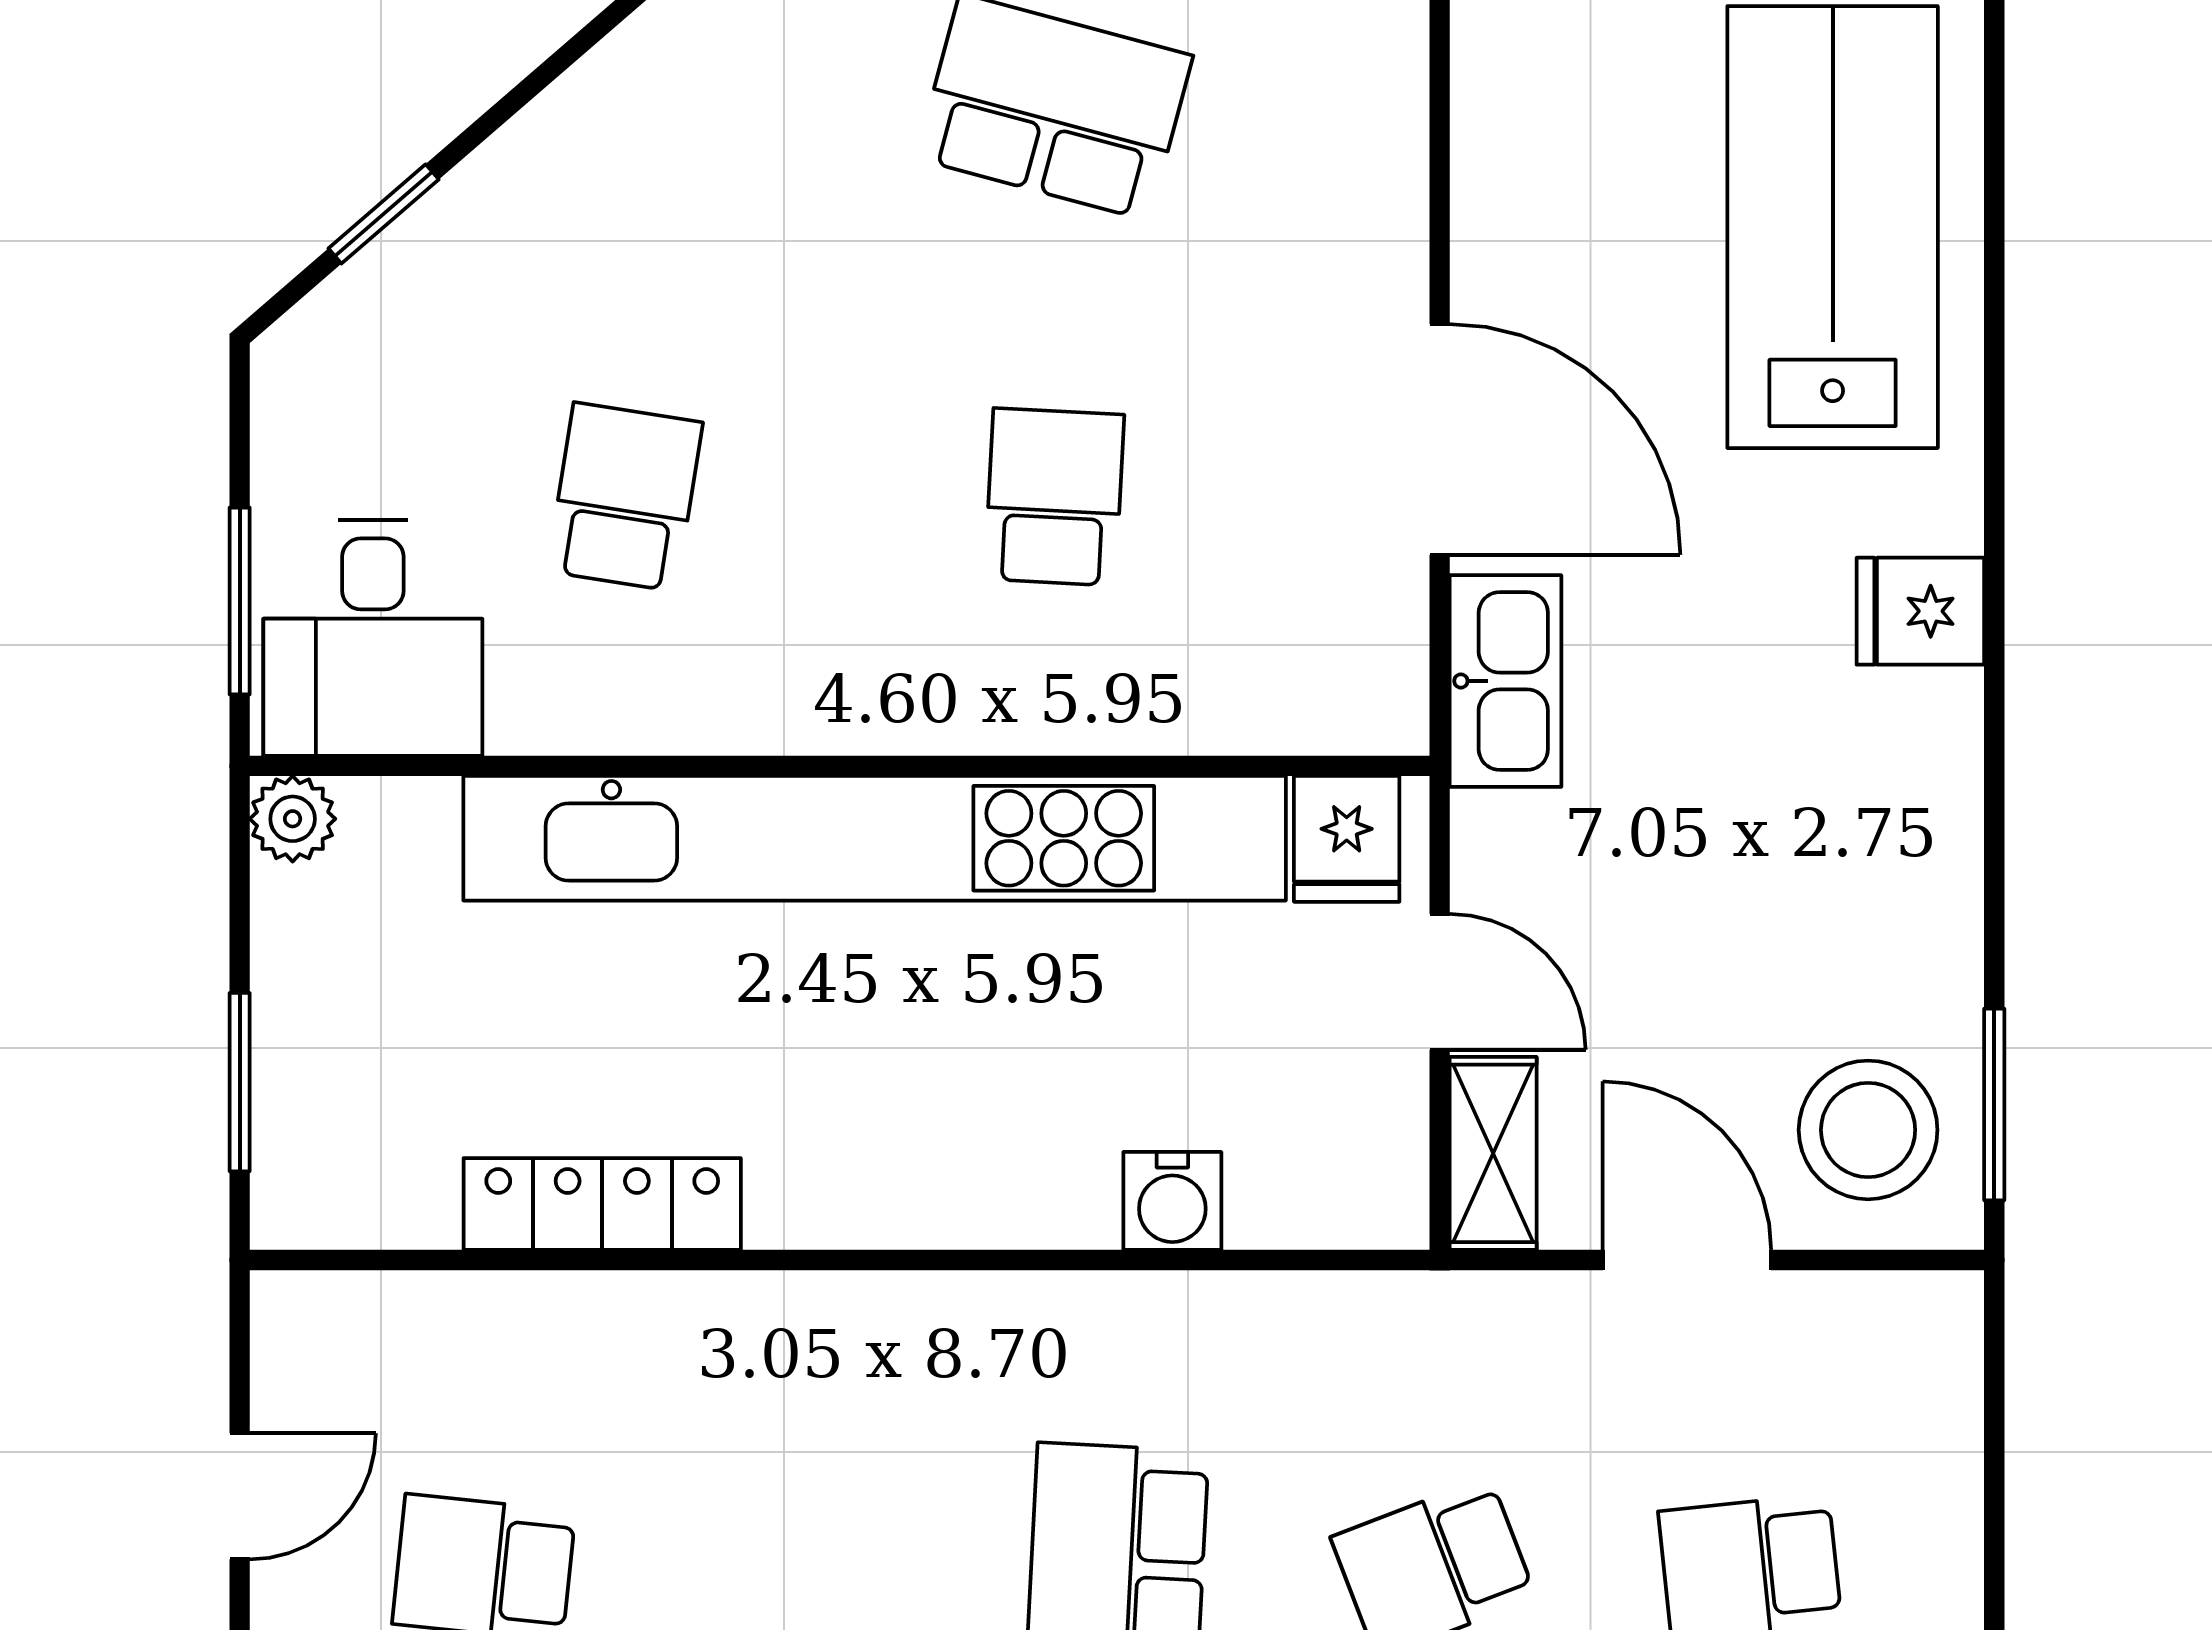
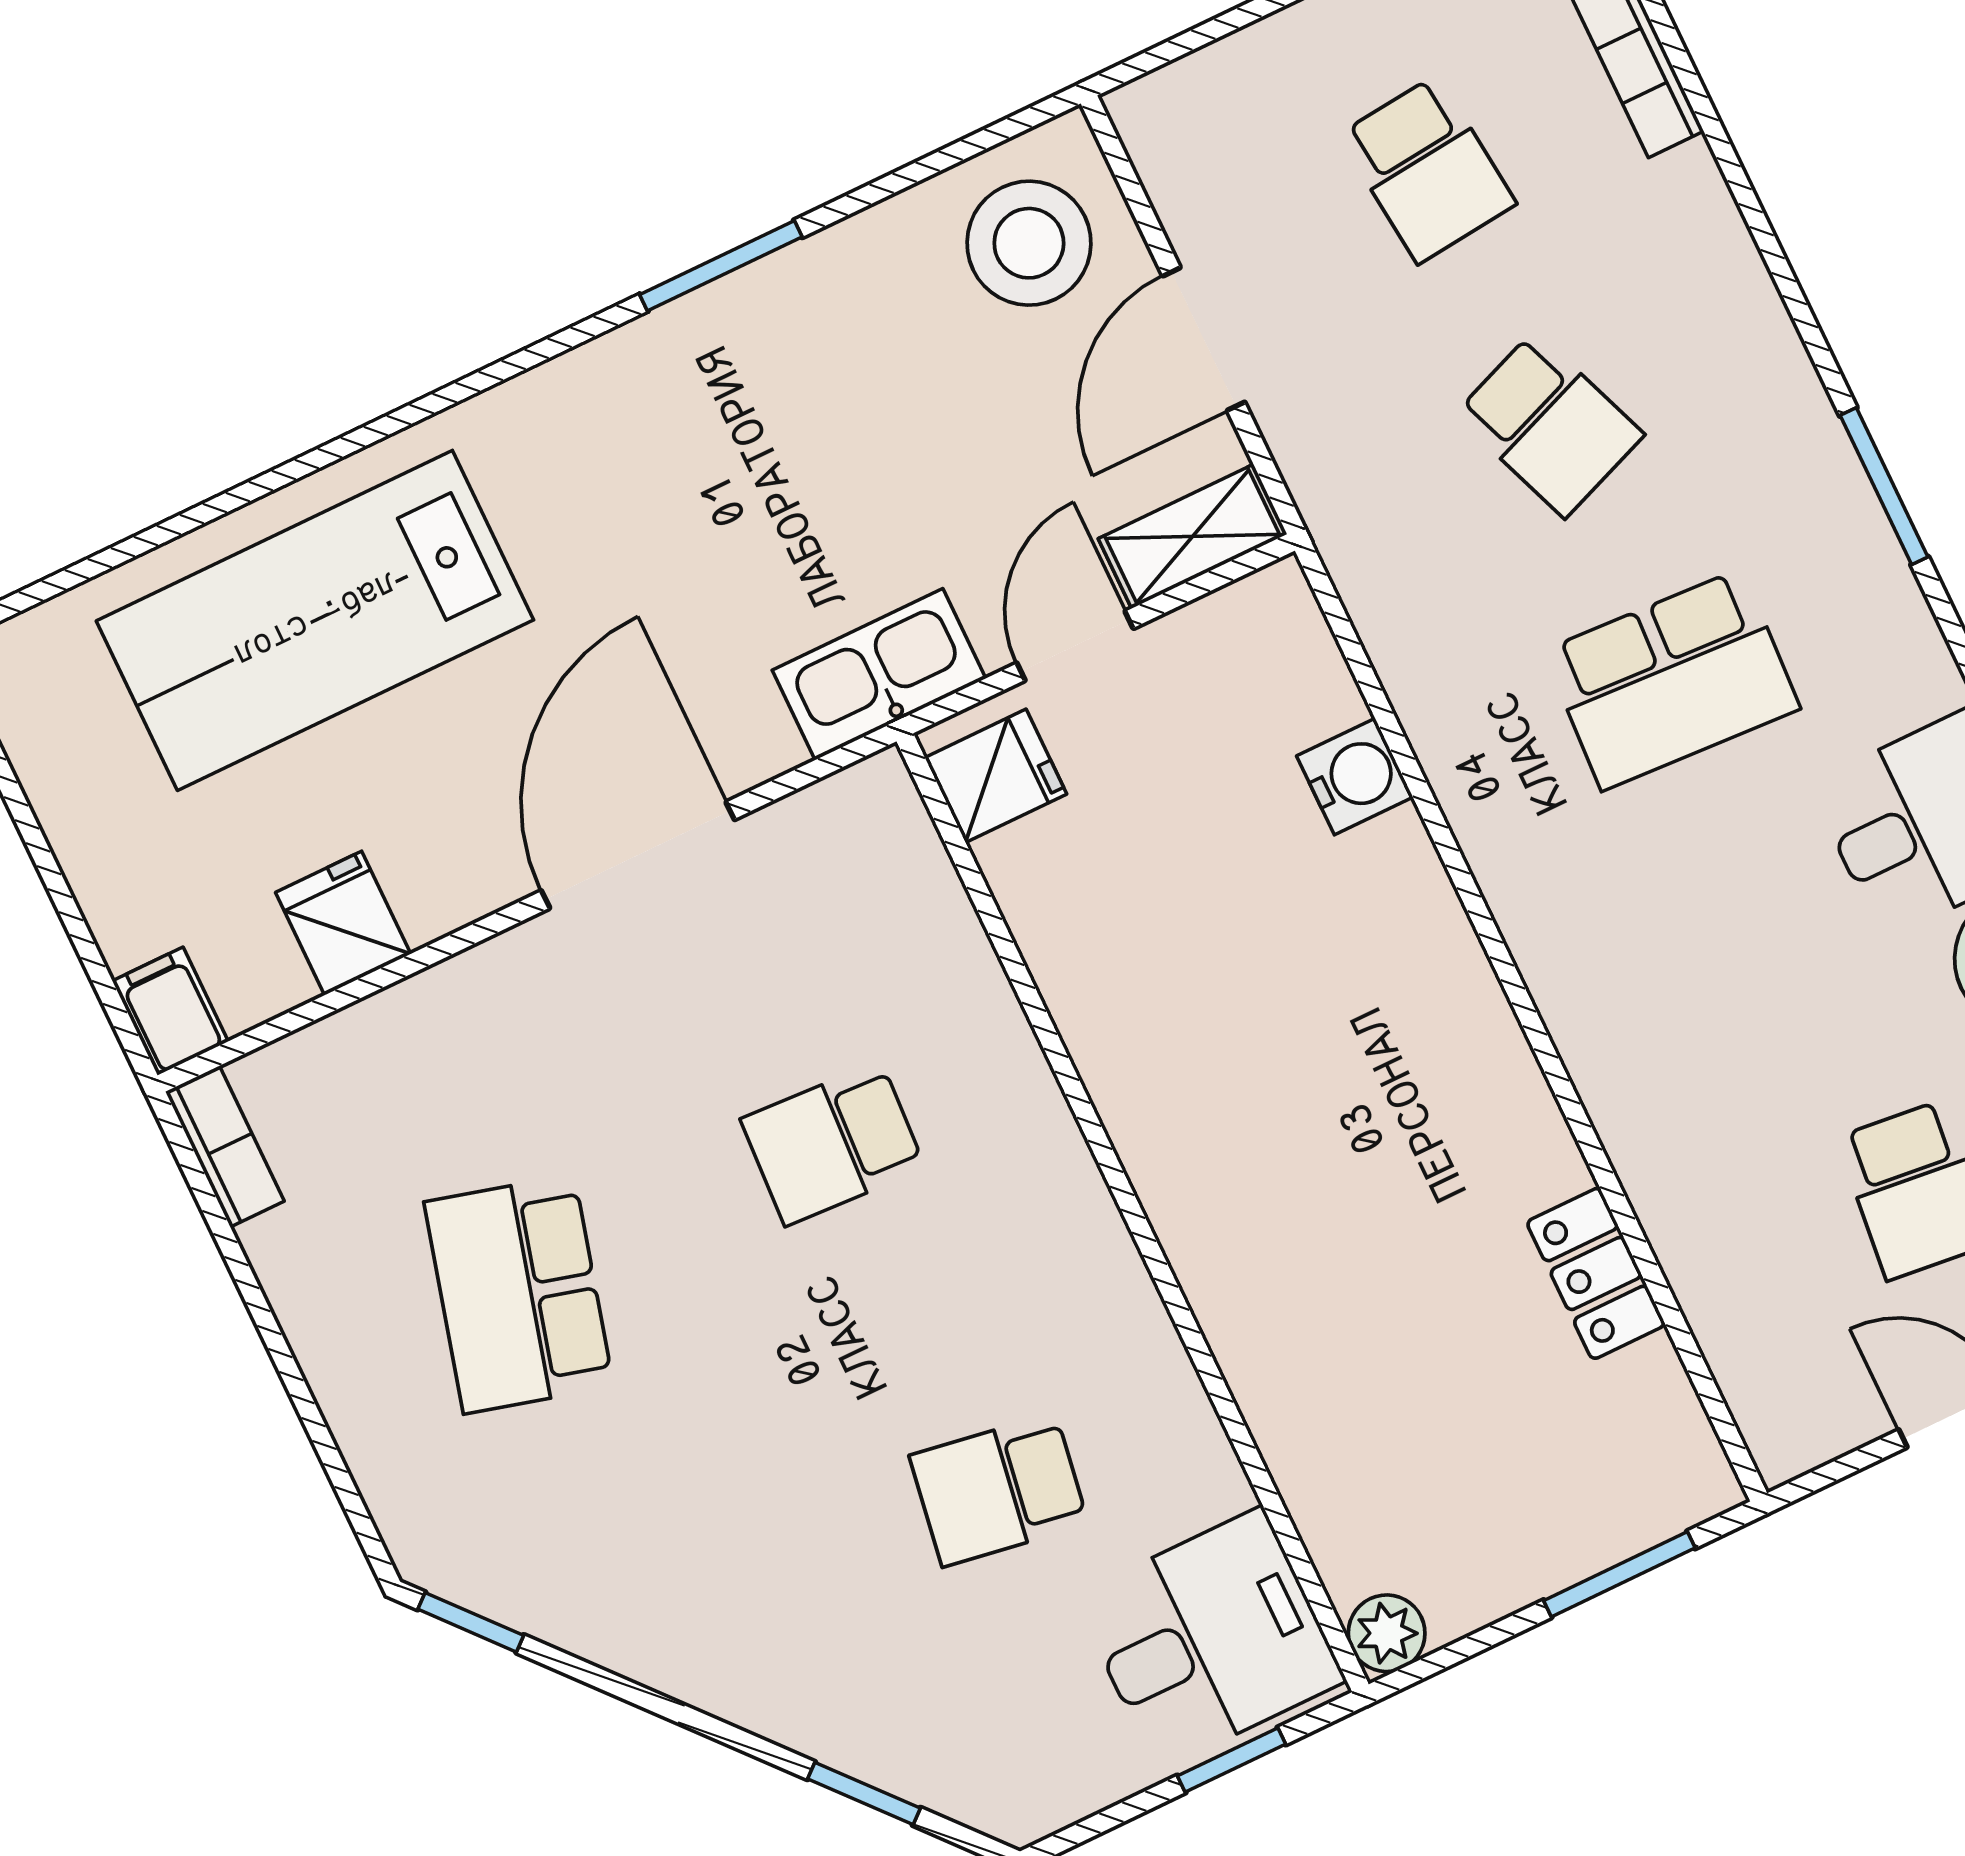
window: (240, 601) -> (1232, 1760), width x0.67
fridge: (1920, 611) -> (343, 923), moved, turned 180
kitchen sink: (1506, 681) -> (879, 674), moved
kitchen unit: (875, 838) -> (1178, 1157), removed
window: (1994, 1104) -> (721, 266), moved
locker: (602, 1204) -> (1596, 1273), width x0.66

